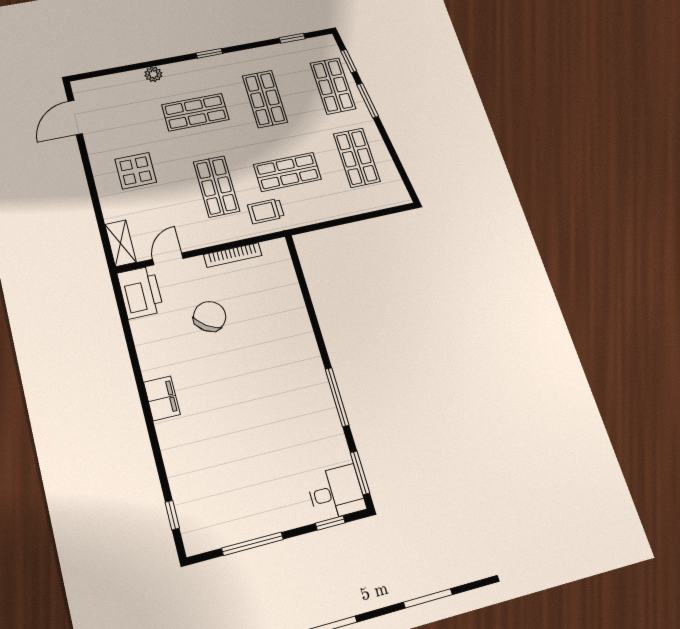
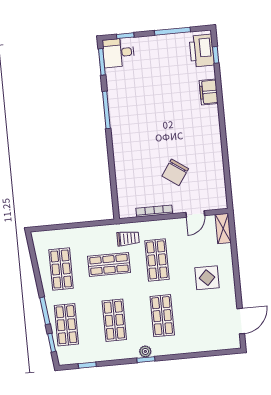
plant: (153, 74) -> (145, 351), moved
shop shelf: (195, 112) -> (162, 316), turned 90
printer: (140, 292) -> (202, 51), moved
filing cabinet: (162, 398) -> (209, 92), moved

